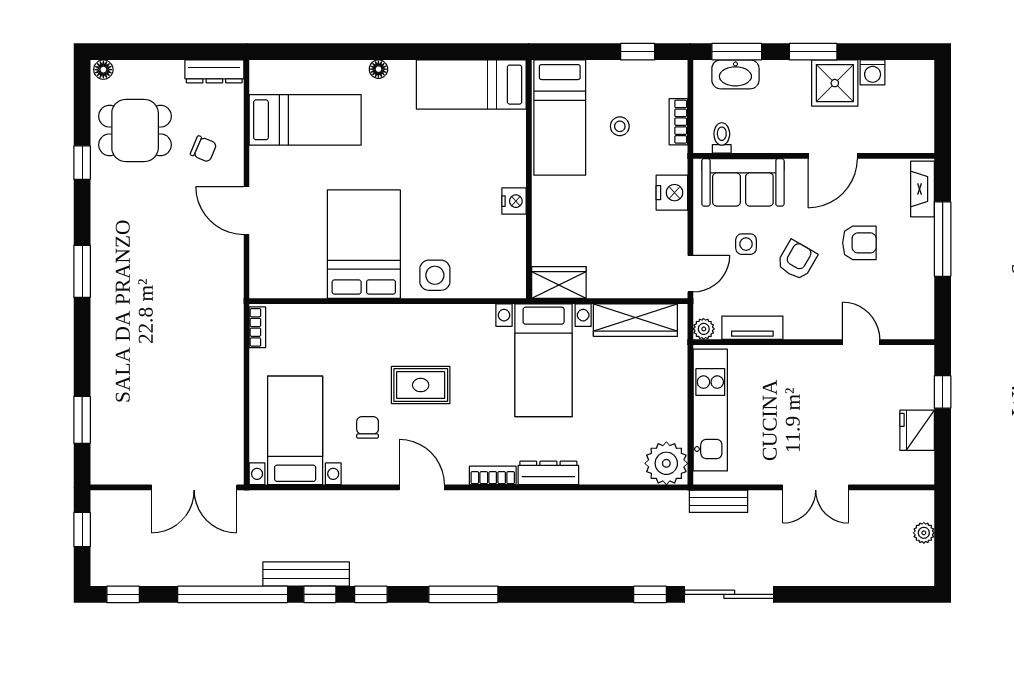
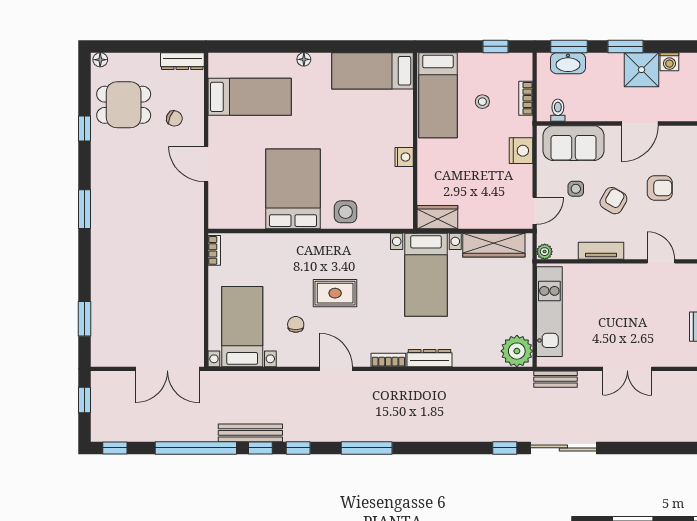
tv unit: (752, 328) -> (601, 251), moved

